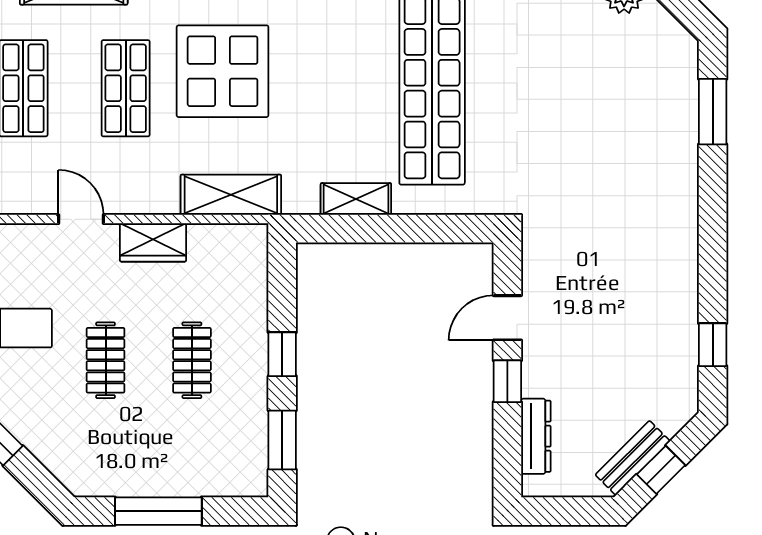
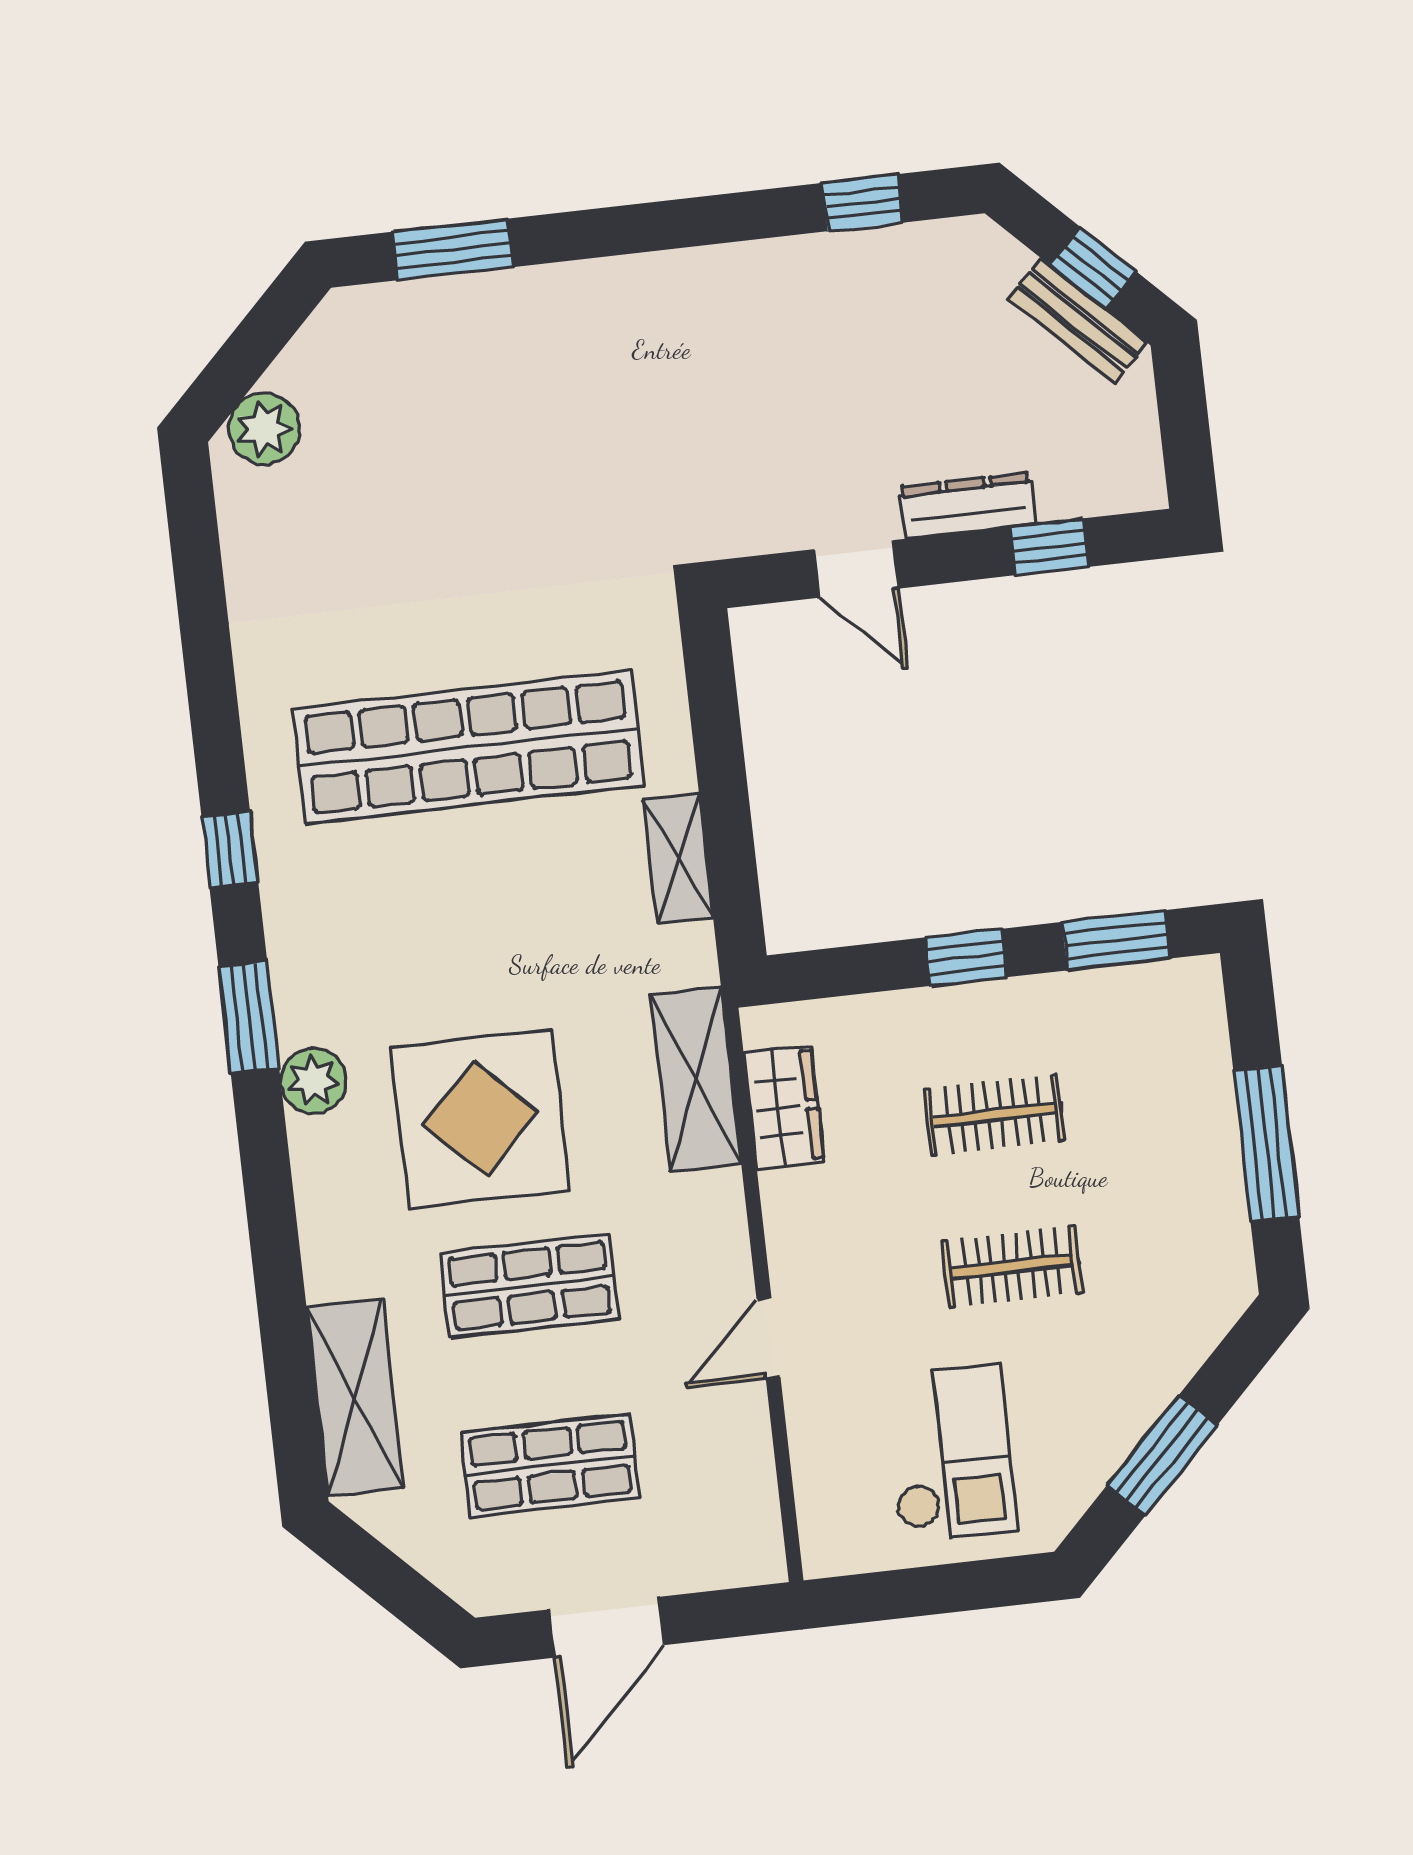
wardrobe: (153, 242) -> (784, 1107), moved
window: (507, 381) -> (1049, 547), moved
dresser: (536, 436) -> (967, 506), moved

